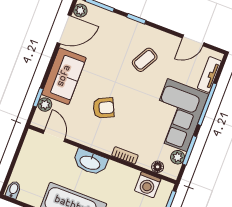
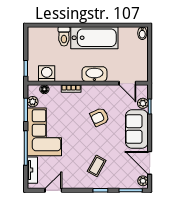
door: (64, 29) -> (150, 163), hinge flipped
coffee table: (145, 60) -> (97, 166), moved

